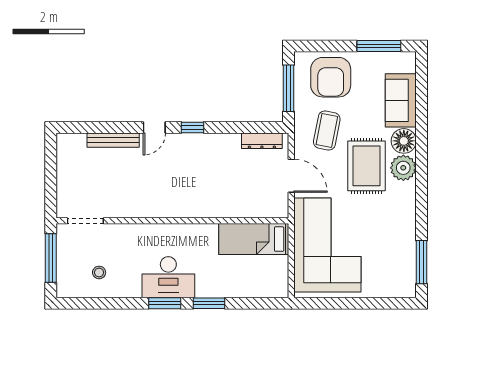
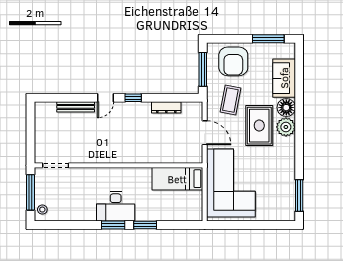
dresser: (262, 141) -> (166, 107), moved
stool: (99, 272) -> (42, 210), moved

